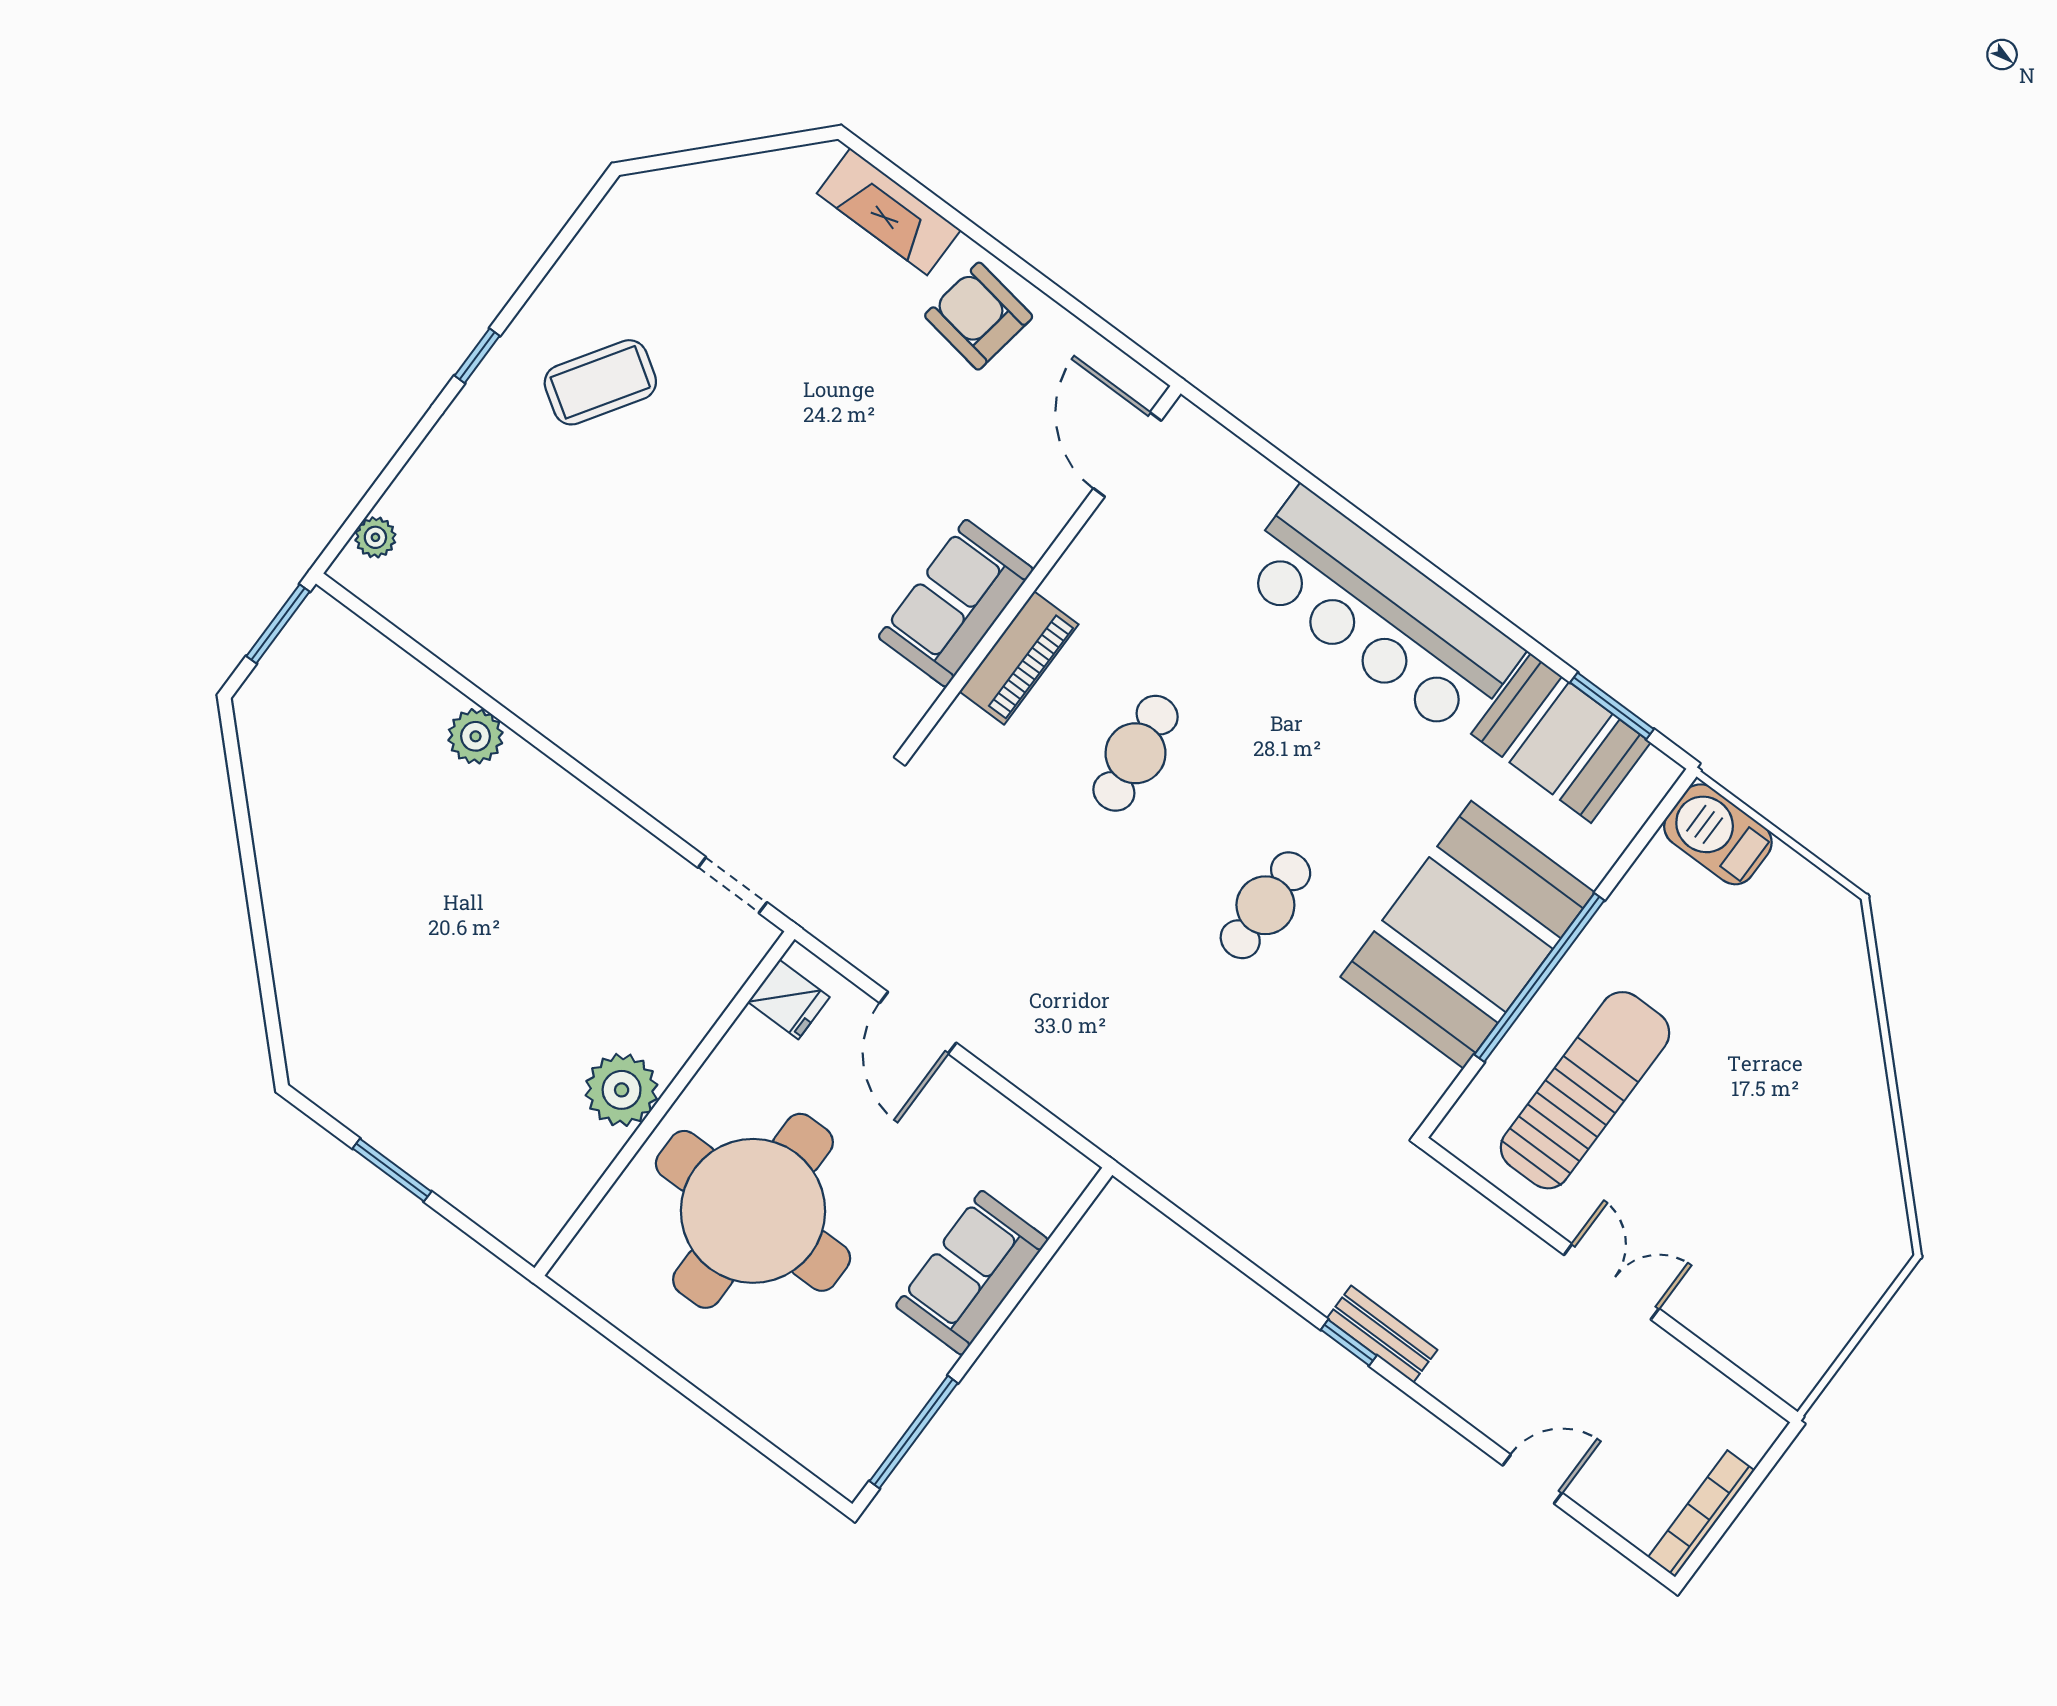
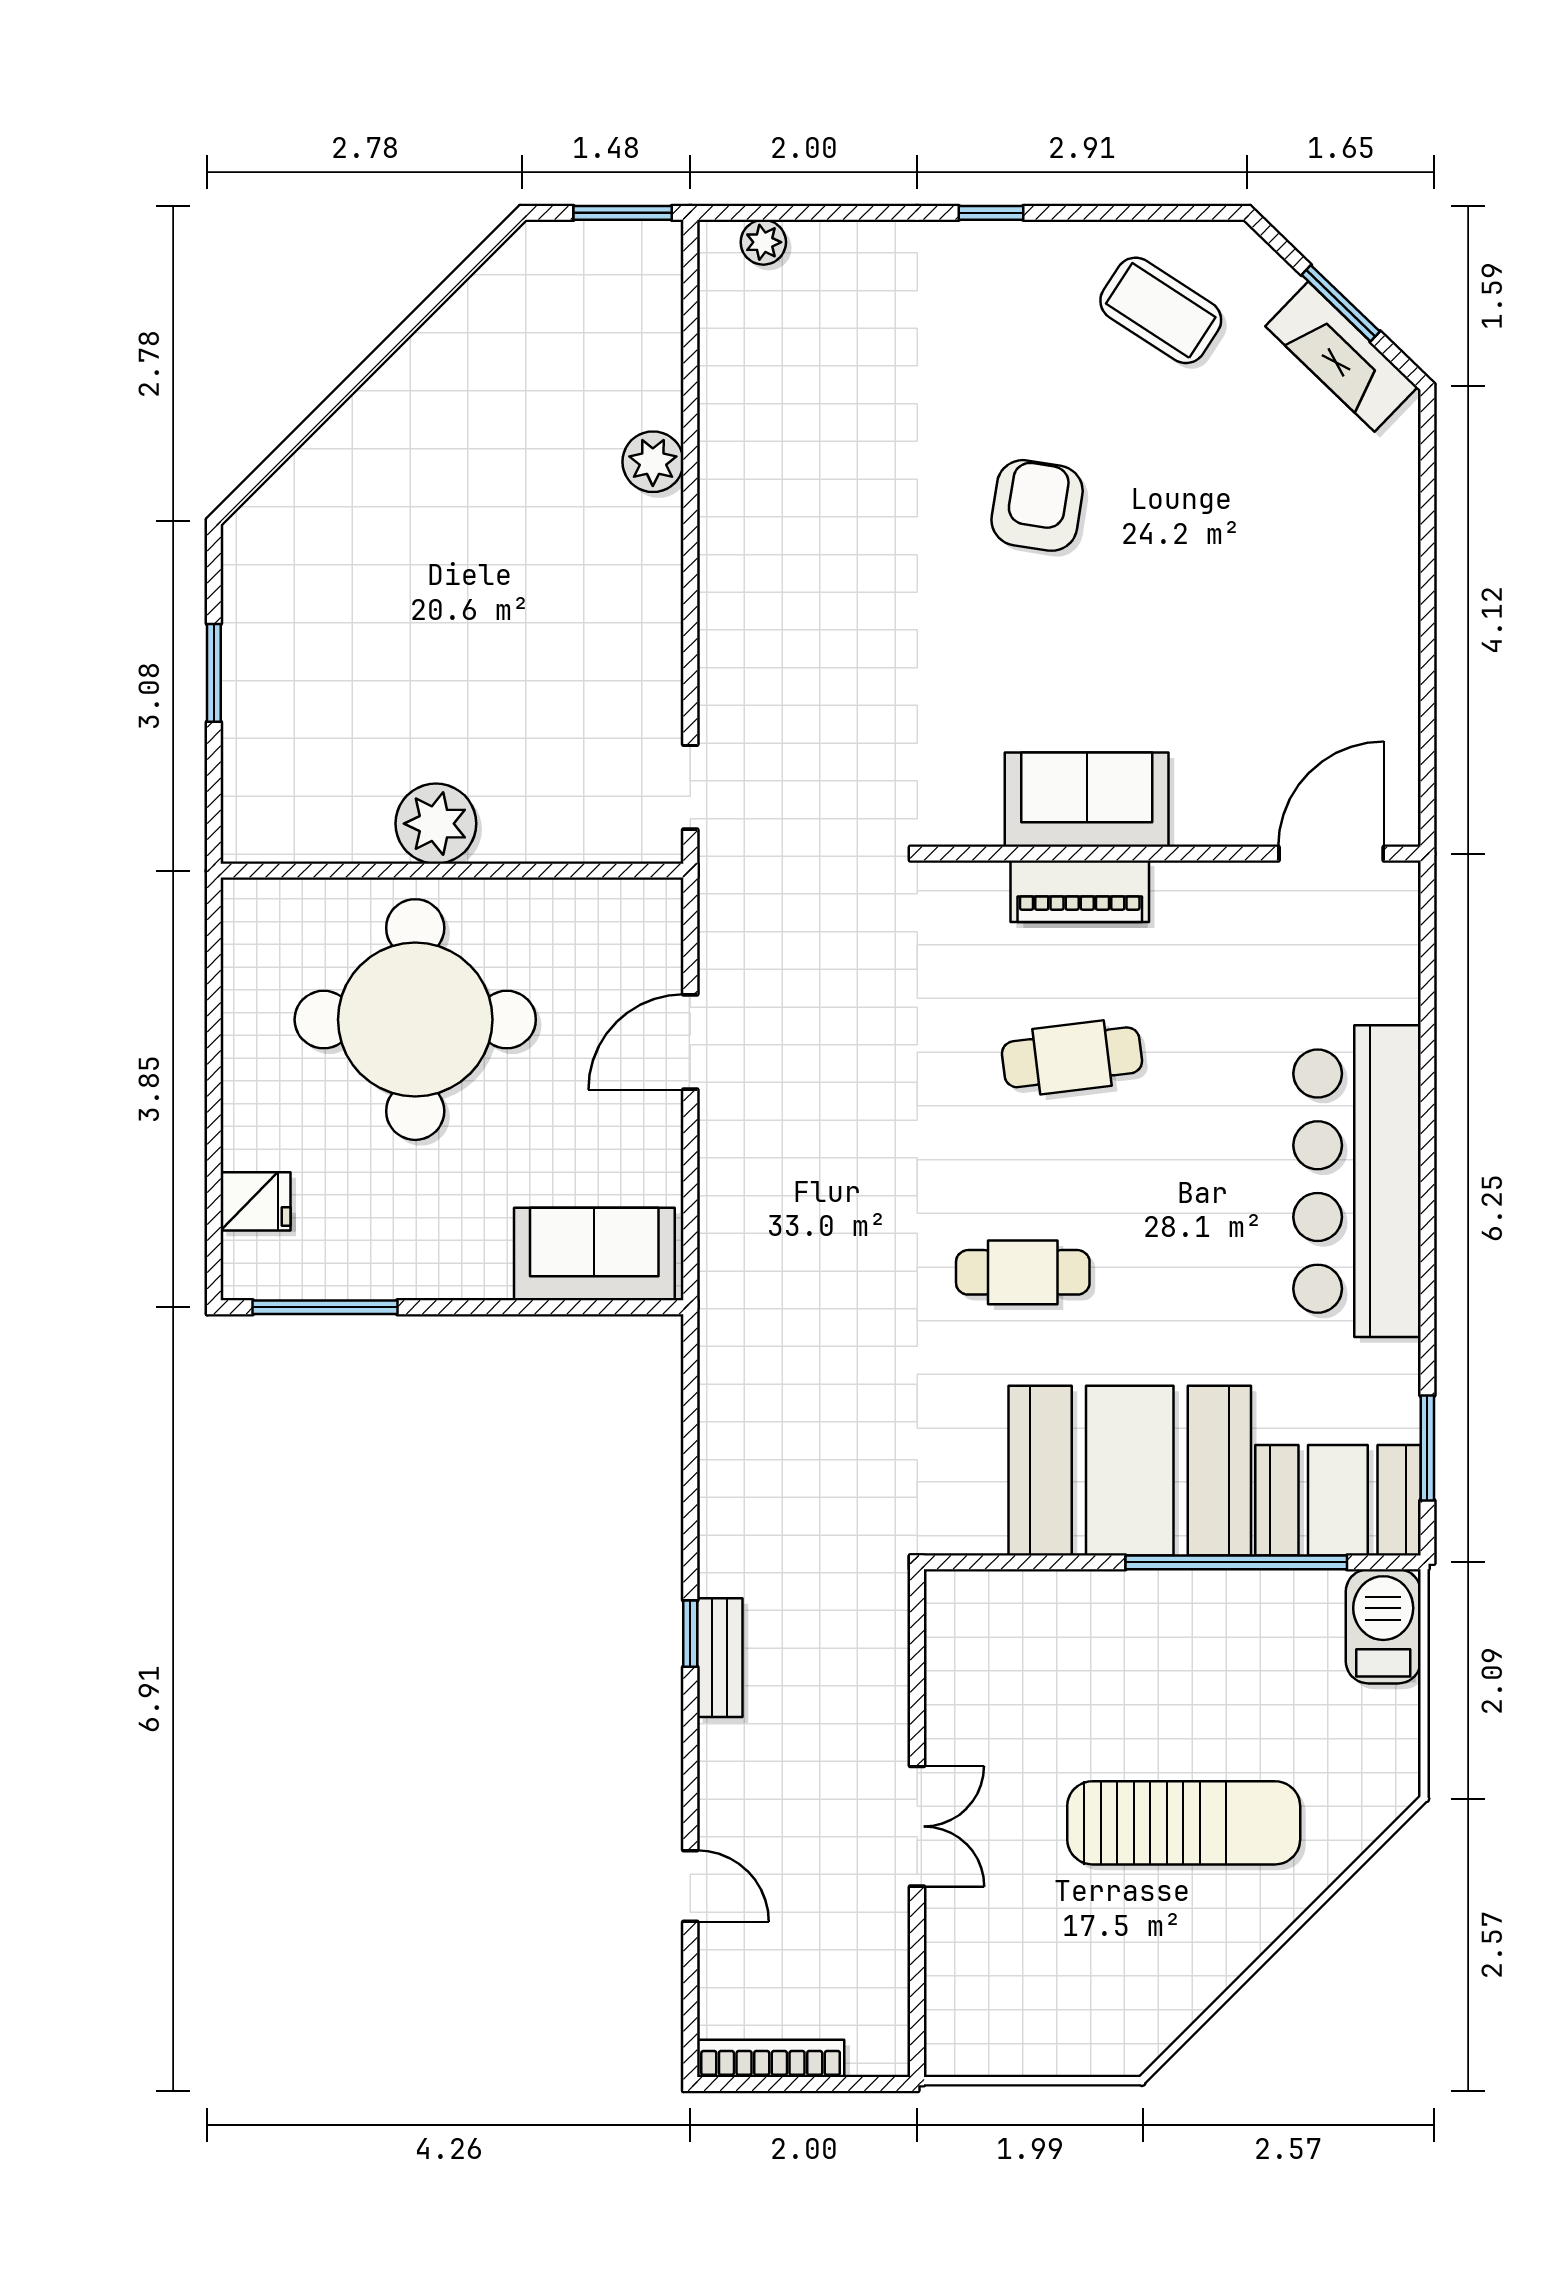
window: (732, 150) -> (1341, 303), added
fireplace: (889, 212) -> (1341, 357), moved, turned -46
armchair: (979, 316) -> (1037, 505), moved
coffee table: (600, 382) -> (1161, 310), moved
booth: (1561, 738) -> (1338, 1500), moved, turned 90
window: (1539, 977) -> (1236, 1562), moved
fridge: (789, 999) -> (256, 1201), moved, turned -90
sun lounger: (1585, 1090) -> (1184, 1823), moved
sofa: (972, 1273) -> (594, 1254), moved

